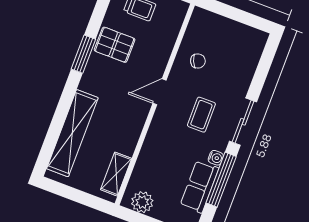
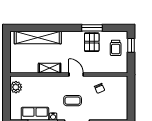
window: (83, 54) -> (92, 28), moved
shelving: (116, 174) -> (50, 68), moved

